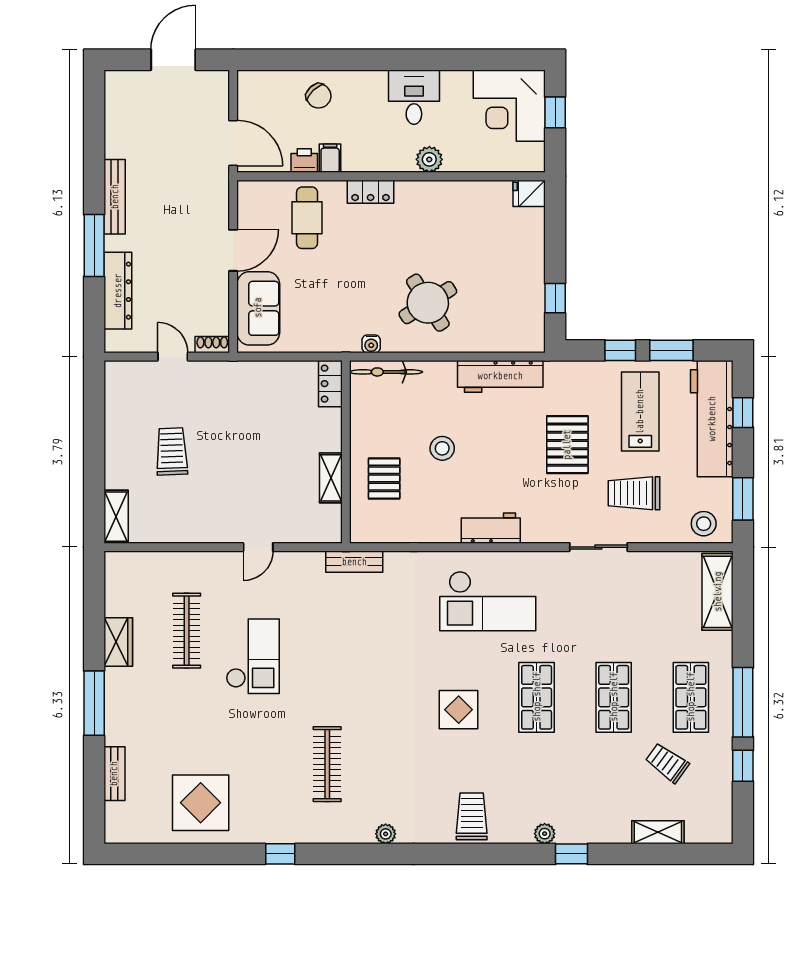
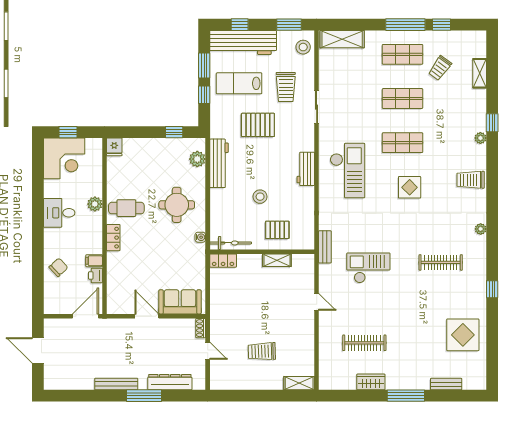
cafe table: (307, 218) -> (126, 208), moved
round table: (428, 303) -> (177, 205), turned 32
plant: (508, 339) -> (197, 159), added
door: (173, 357) -> (208, 351), swing flipped
bicycle: (386, 372) -> (231, 243), moved, turned -90
checkout: (253, 656) -> (368, 268), moved

